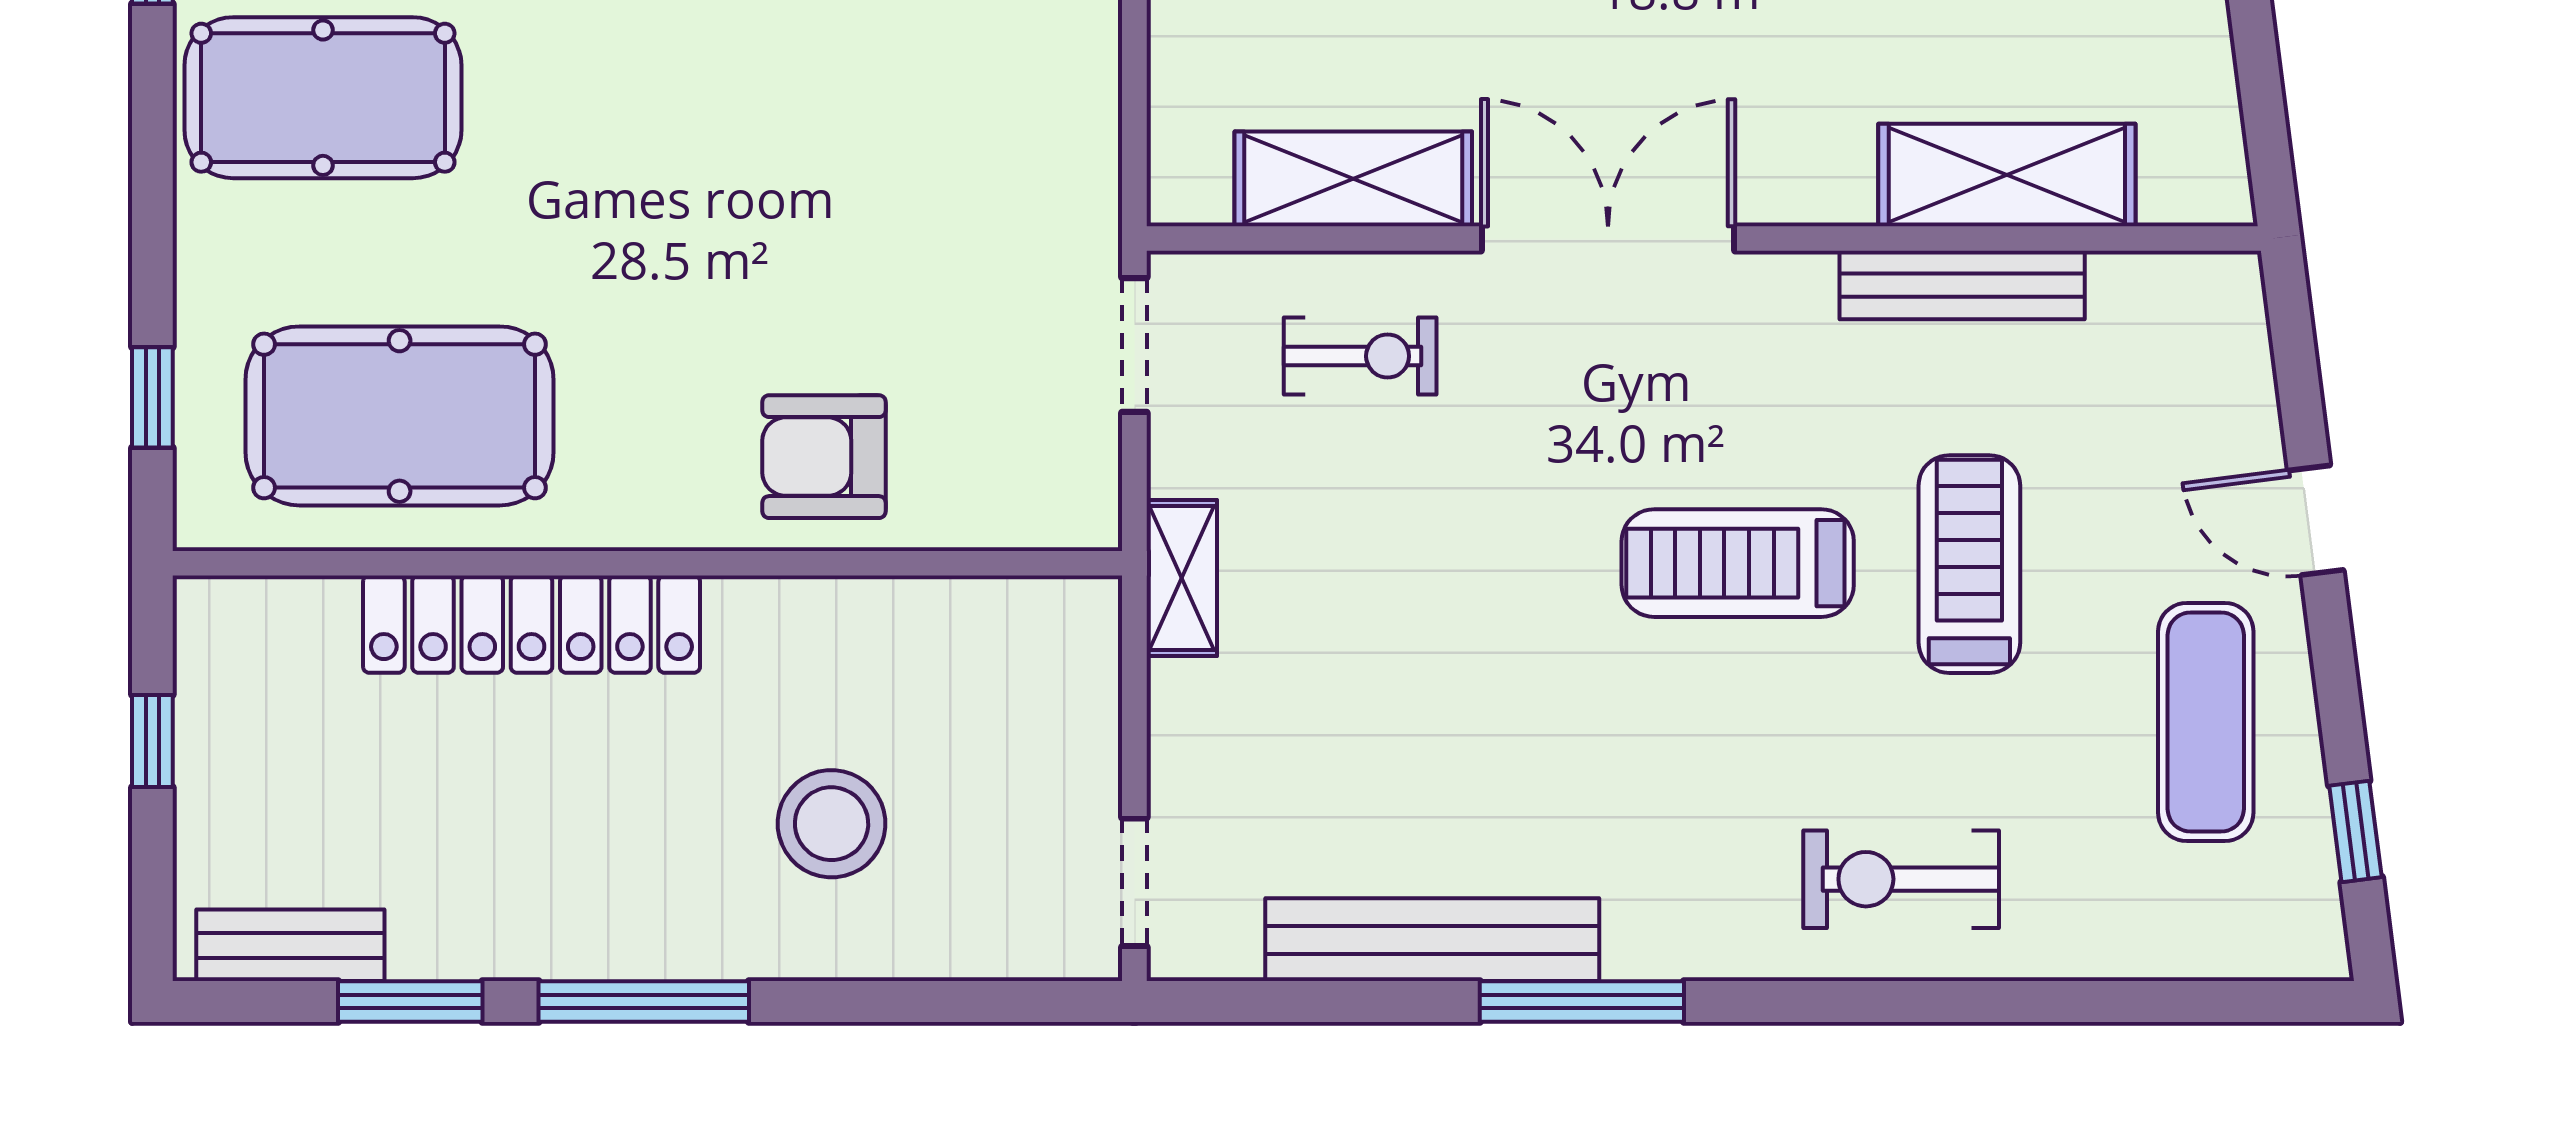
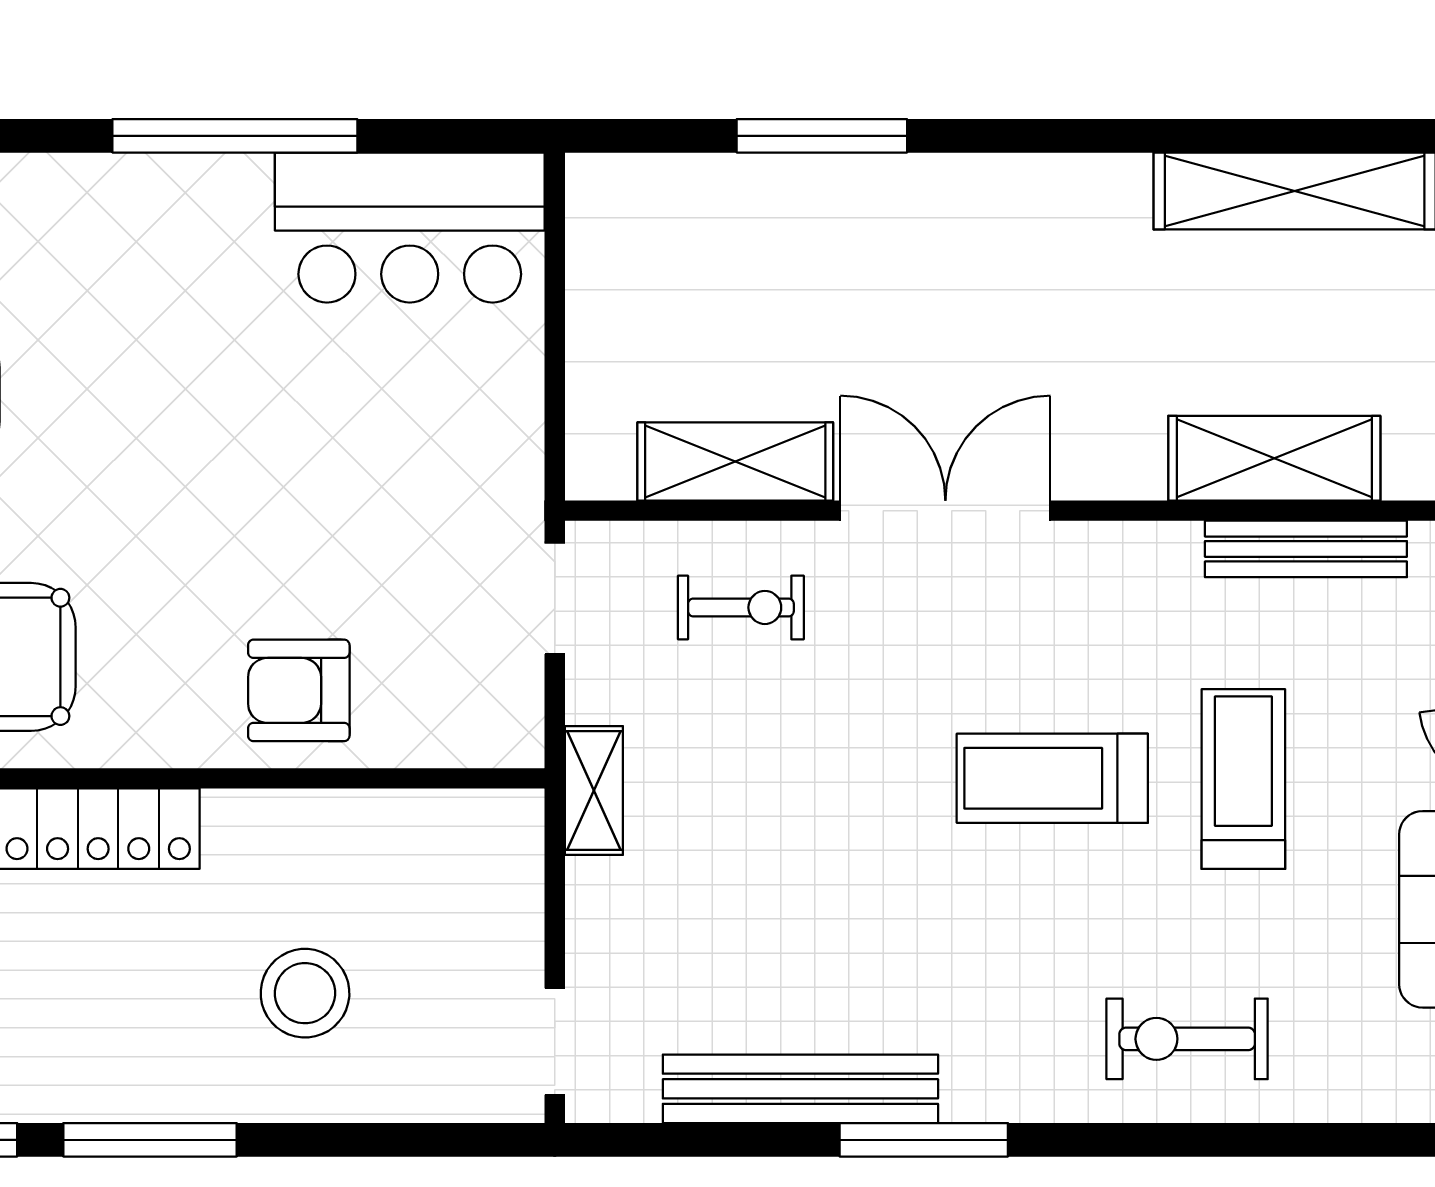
bench: (1962, 285) -> (1306, 549), moved

